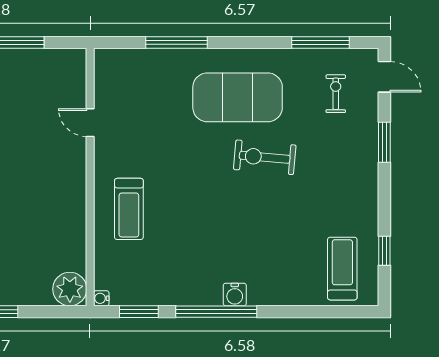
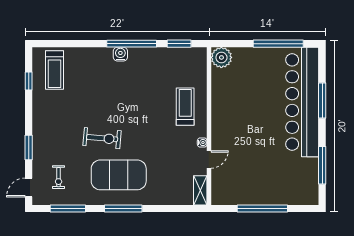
window: (176, 42) -> (123, 209), moved
shelving: (104, 72) -> (200, 190), added
door: (384, 77) -> (29, 187), hinge flipped
door: (90, 123) -> (209, 159), hinge flipped
water cooler: (101, 298) -> (202, 143), moved

